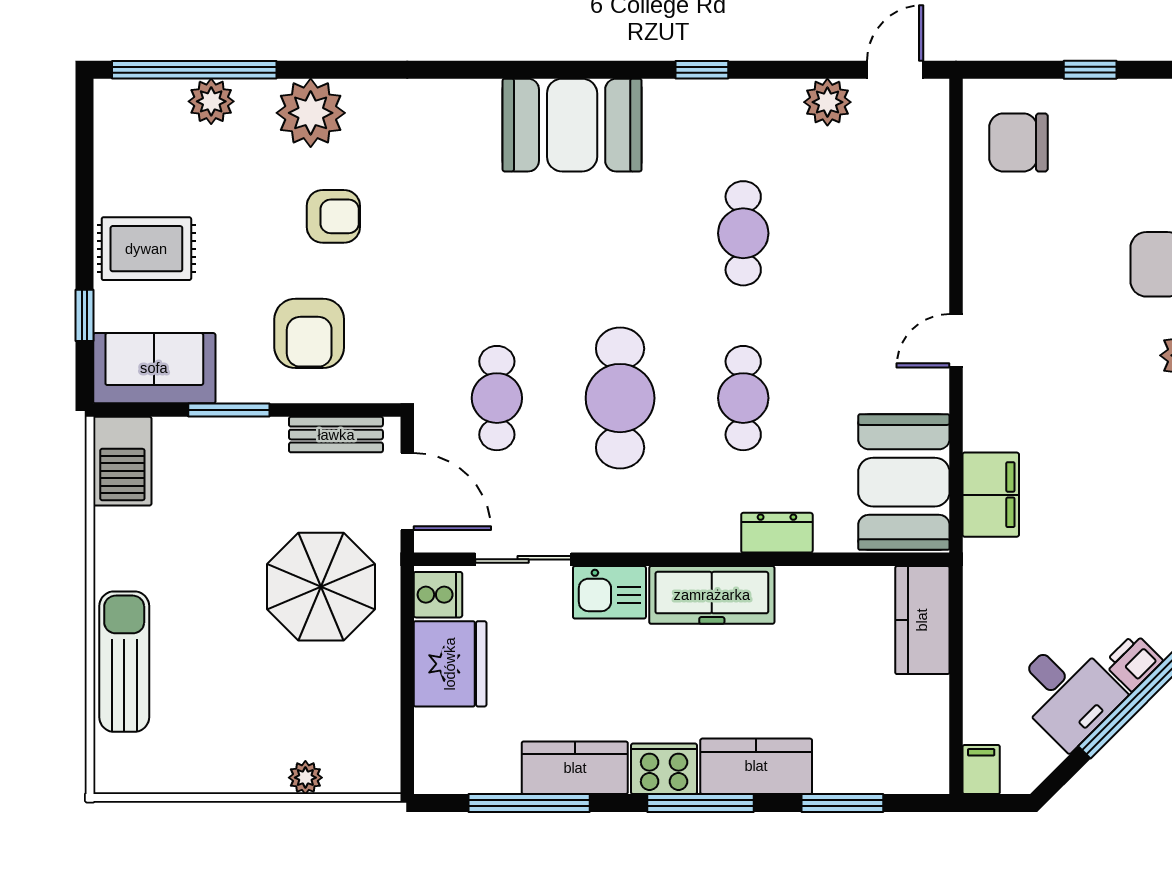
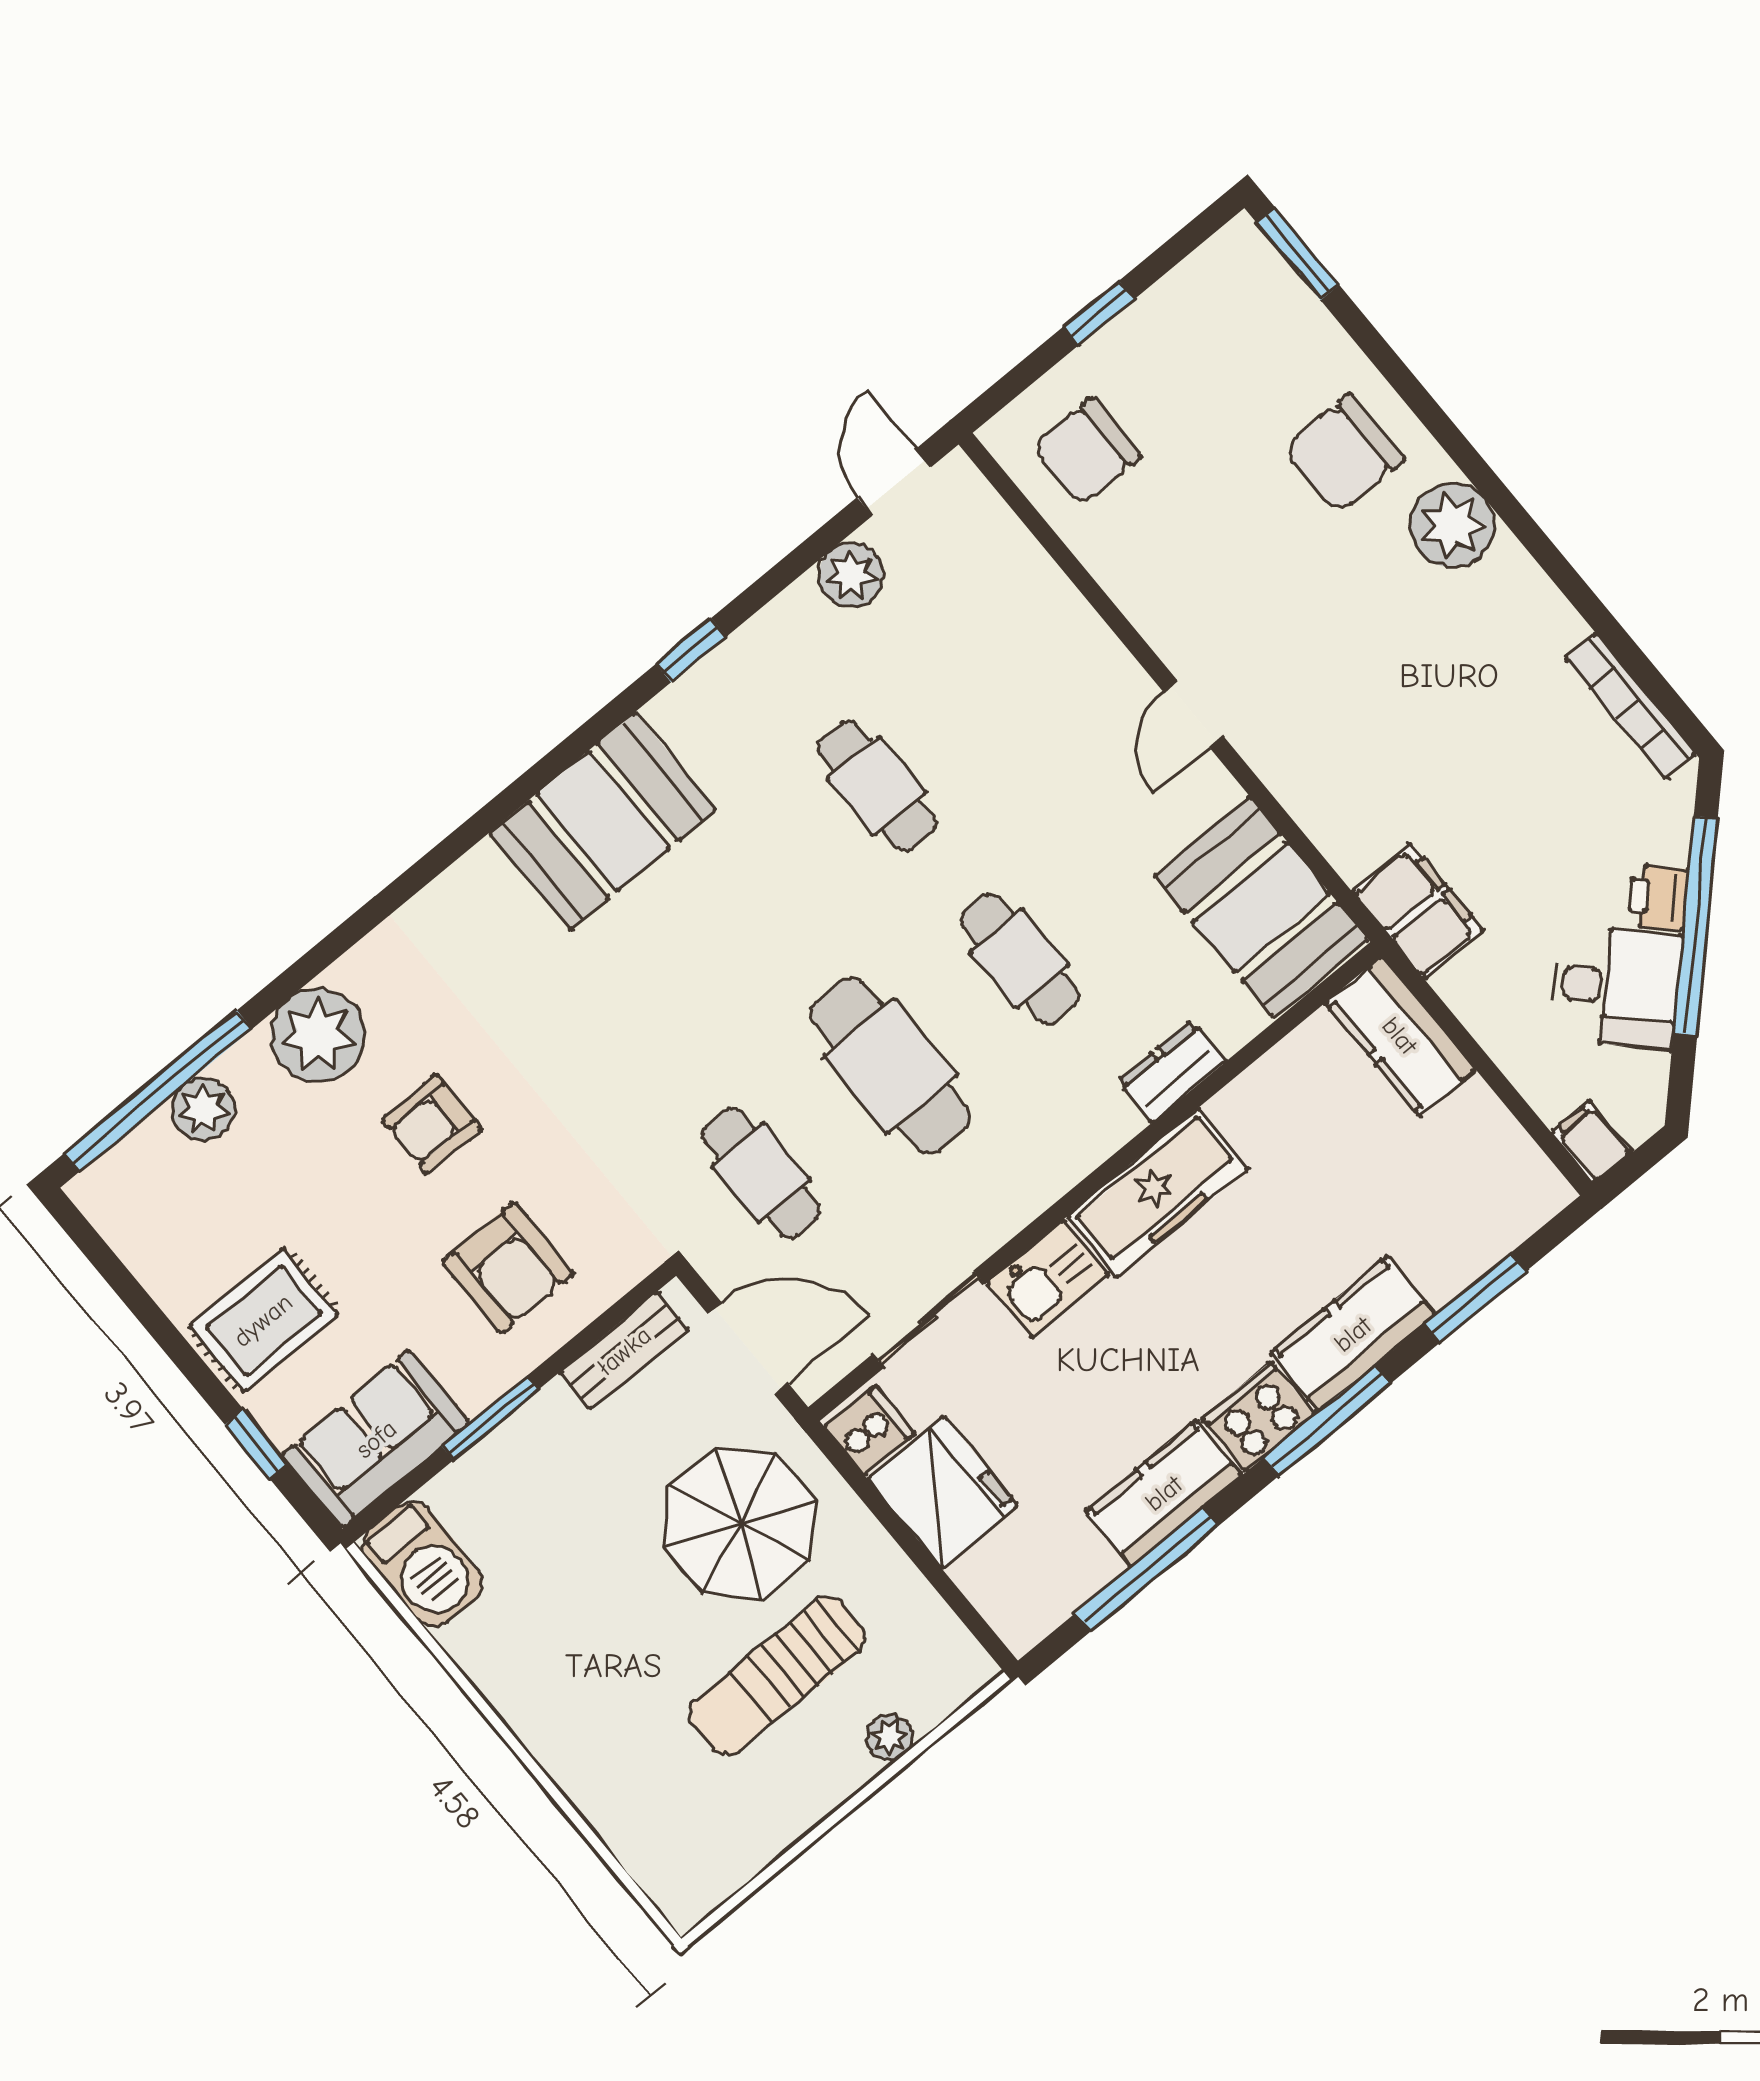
armchair: (333, 216) -> (432, 1124), turned 180
filing cabinet: (991, 495) -> (1418, 911), moved
sun lounger: (124, 662) -> (777, 1676), moved, turned -90

